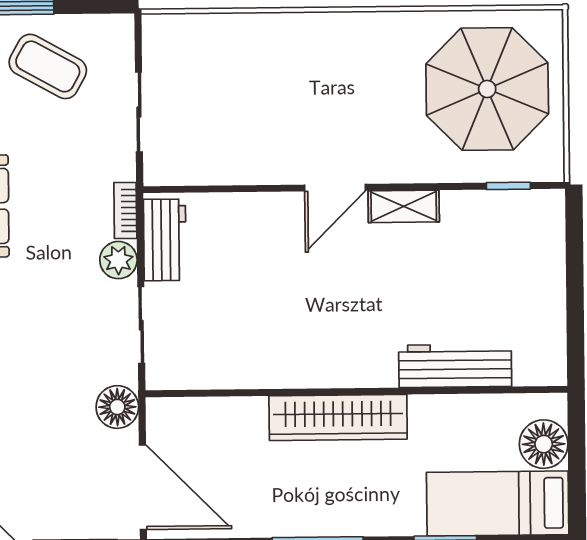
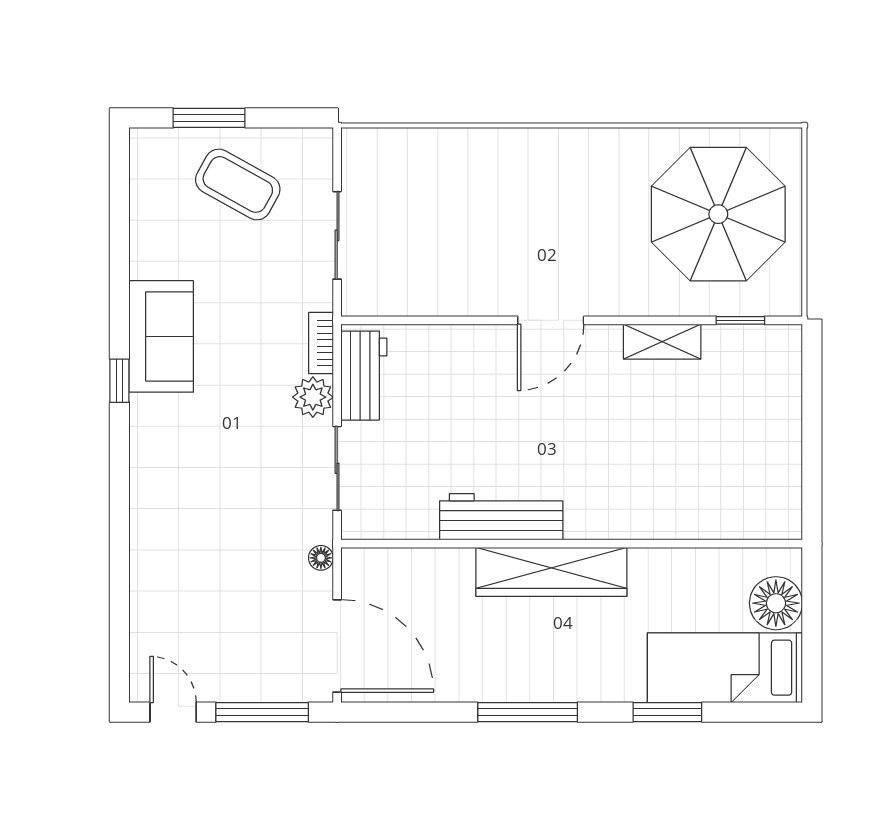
shelving: (404, 206) -> (662, 342), moved
workbench: (455, 366) -> (501, 517), moved
floor lamp: (117, 407) -> (321, 558), width x0.53, depth x0.53

